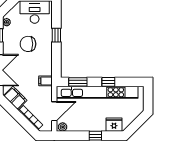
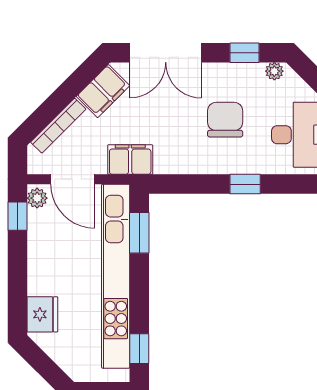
filing cabinet: (46, 81) -> (130, 160), width x2.00
window: (108, 82) -> (139, 349), moved
window: (95, 136) -> (17, 216), moved

